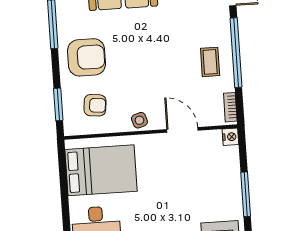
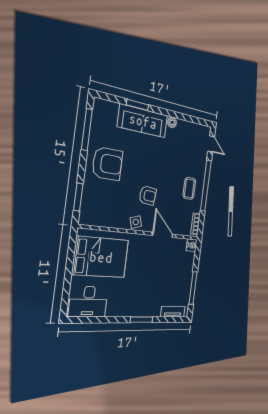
armchair: (95, 105) -> (148, 195), moved

